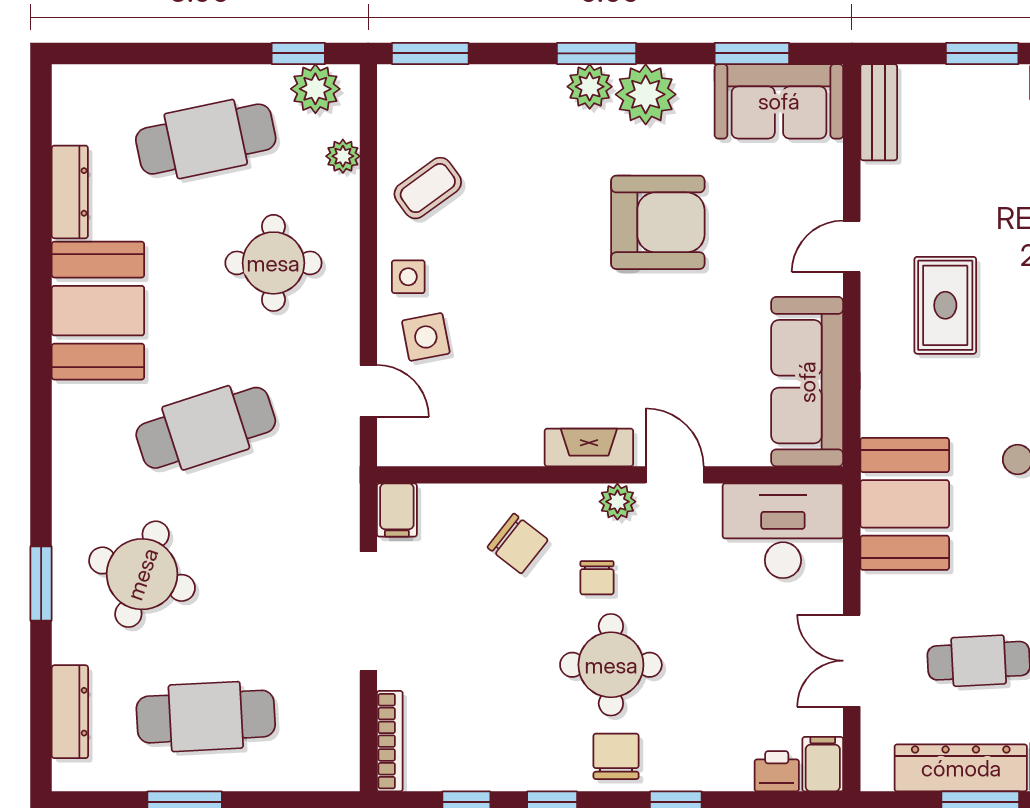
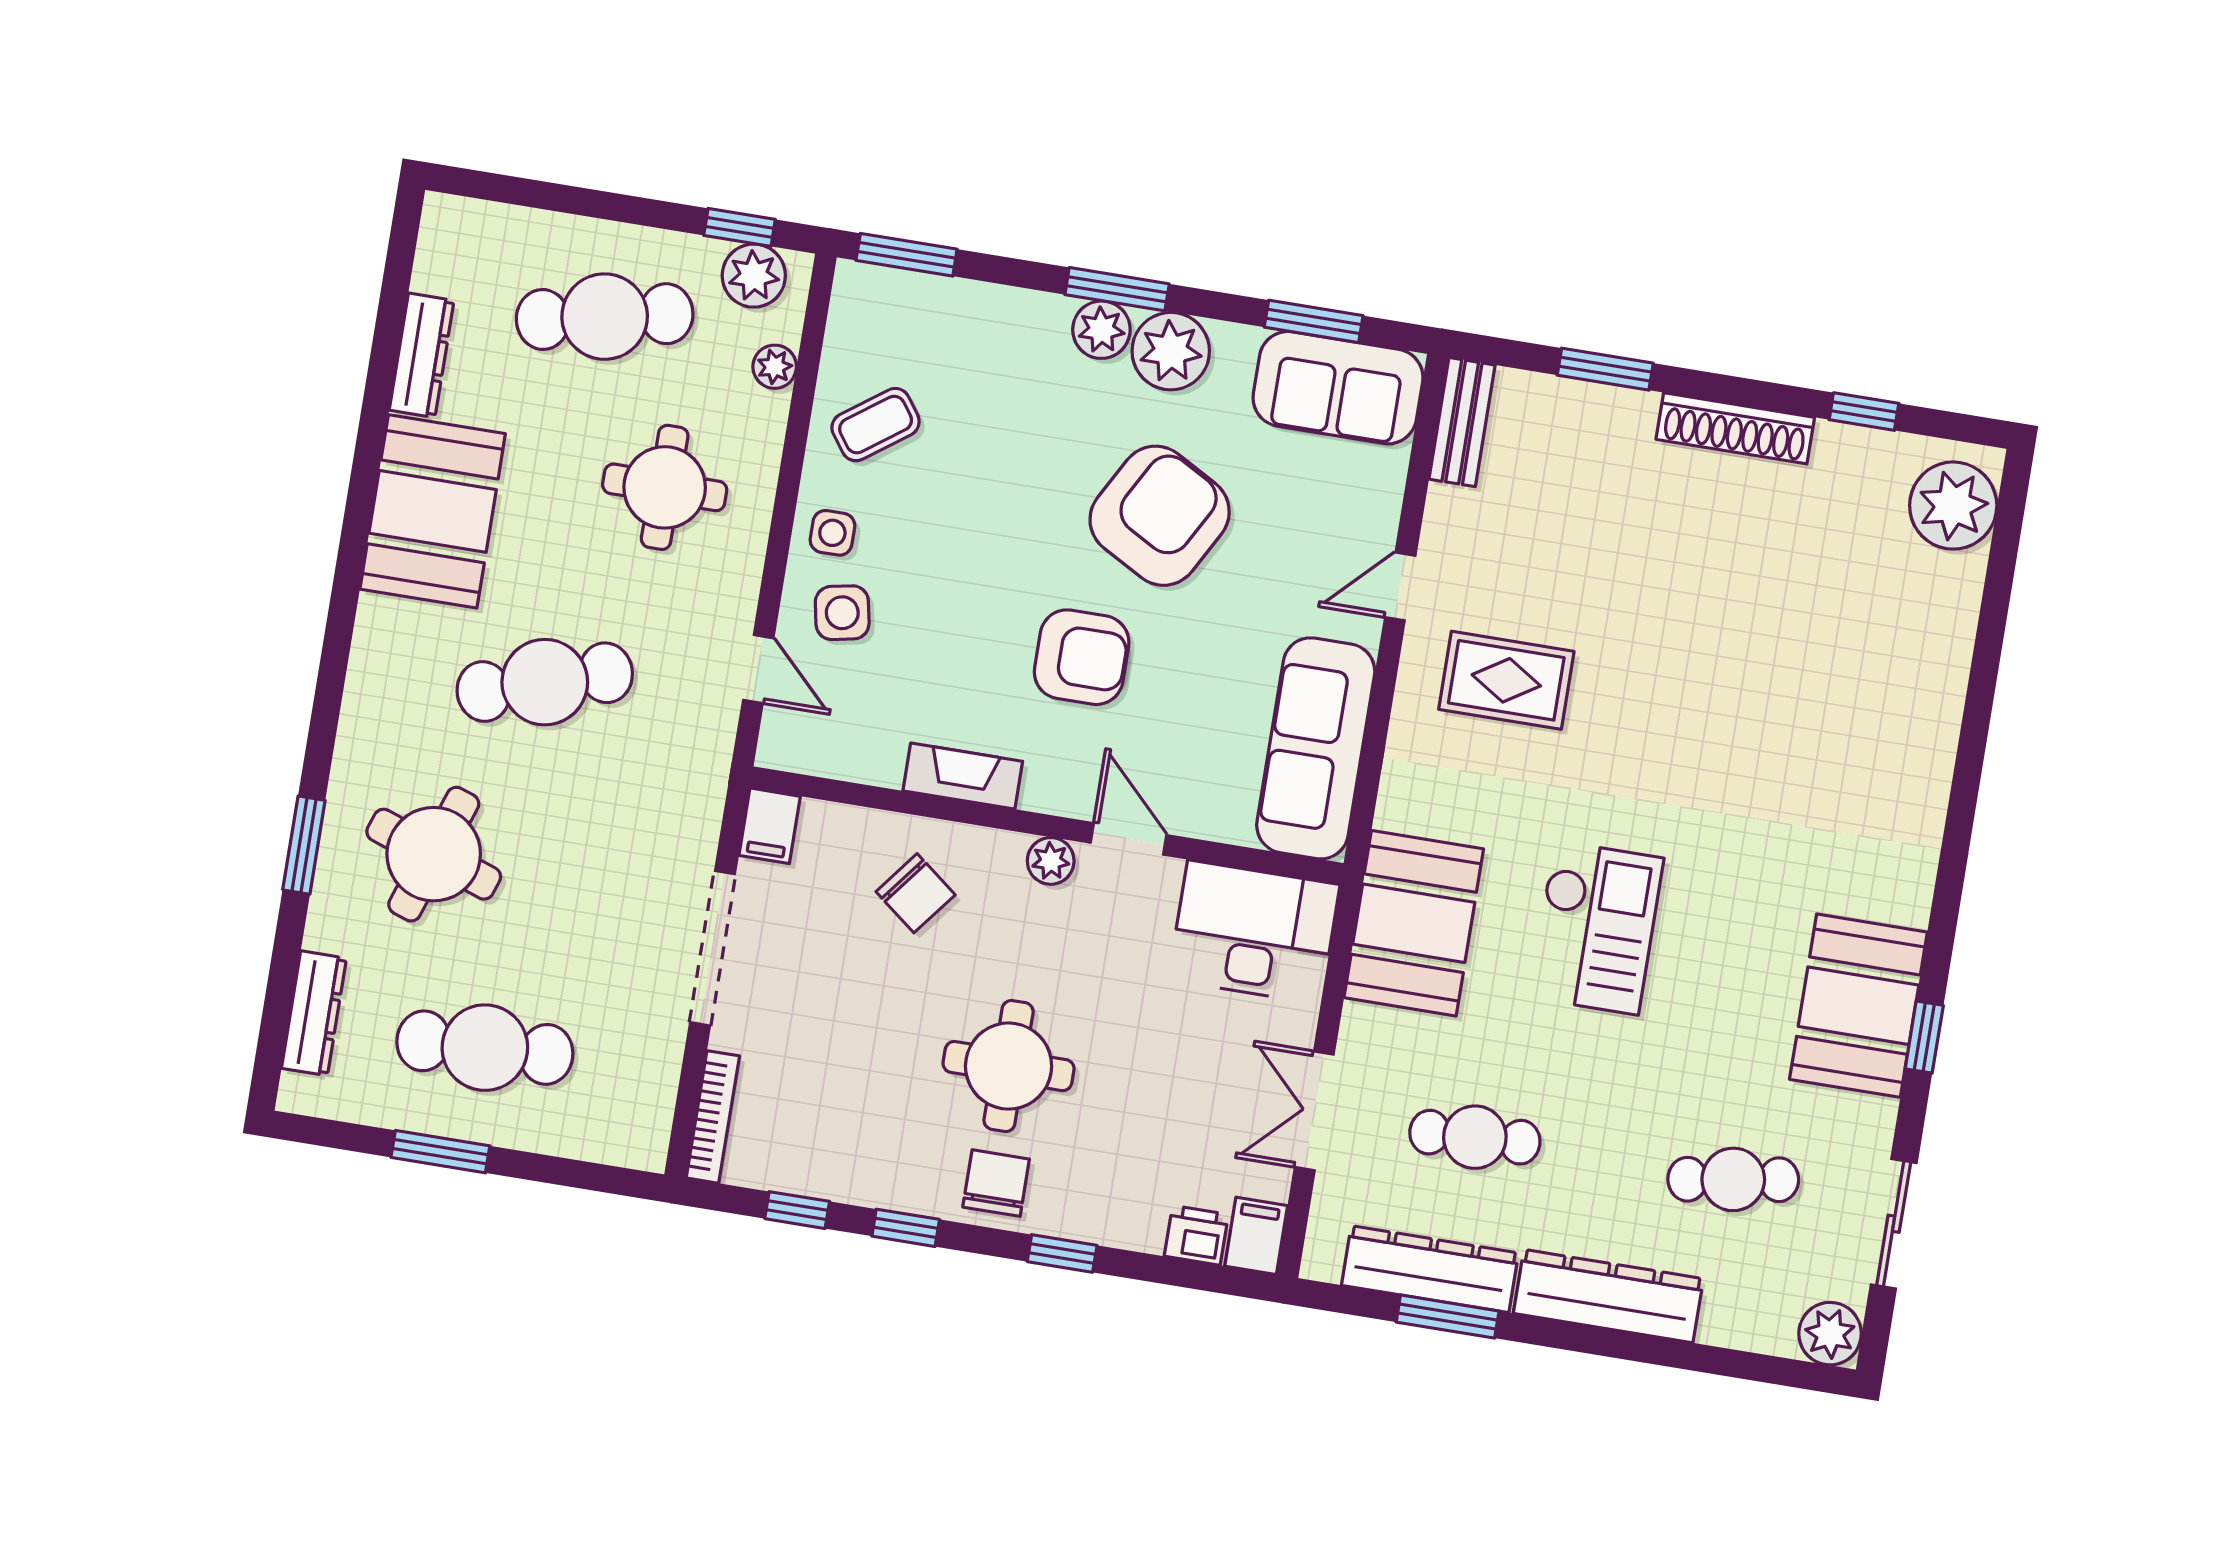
armchair: (658, 222) -> (1160, 516), turned -61
rug: (945, 305) -> (1506, 680), turned 90
armchair: (616, 341) -> (1082, 657), added
fireplace: (589, 447) -> (963, 776), moved
chair: (597, 578) -> (1009, 953), removed

